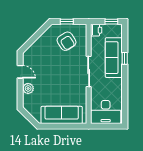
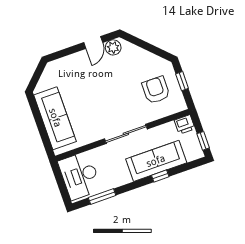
armchair: (67, 41) -> (156, 90), turned 122
plant: (28, 88) -> (113, 47), moved
window: (125, 102) -> (102, 196), added

